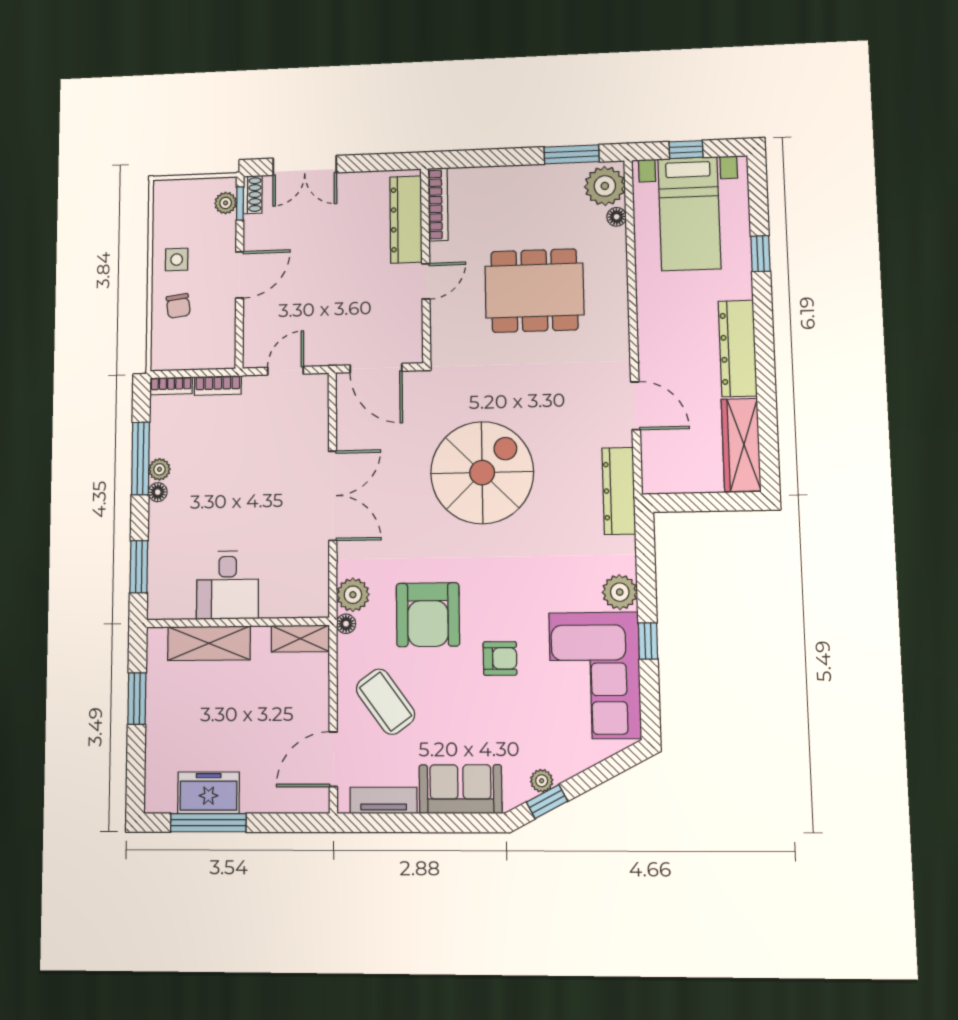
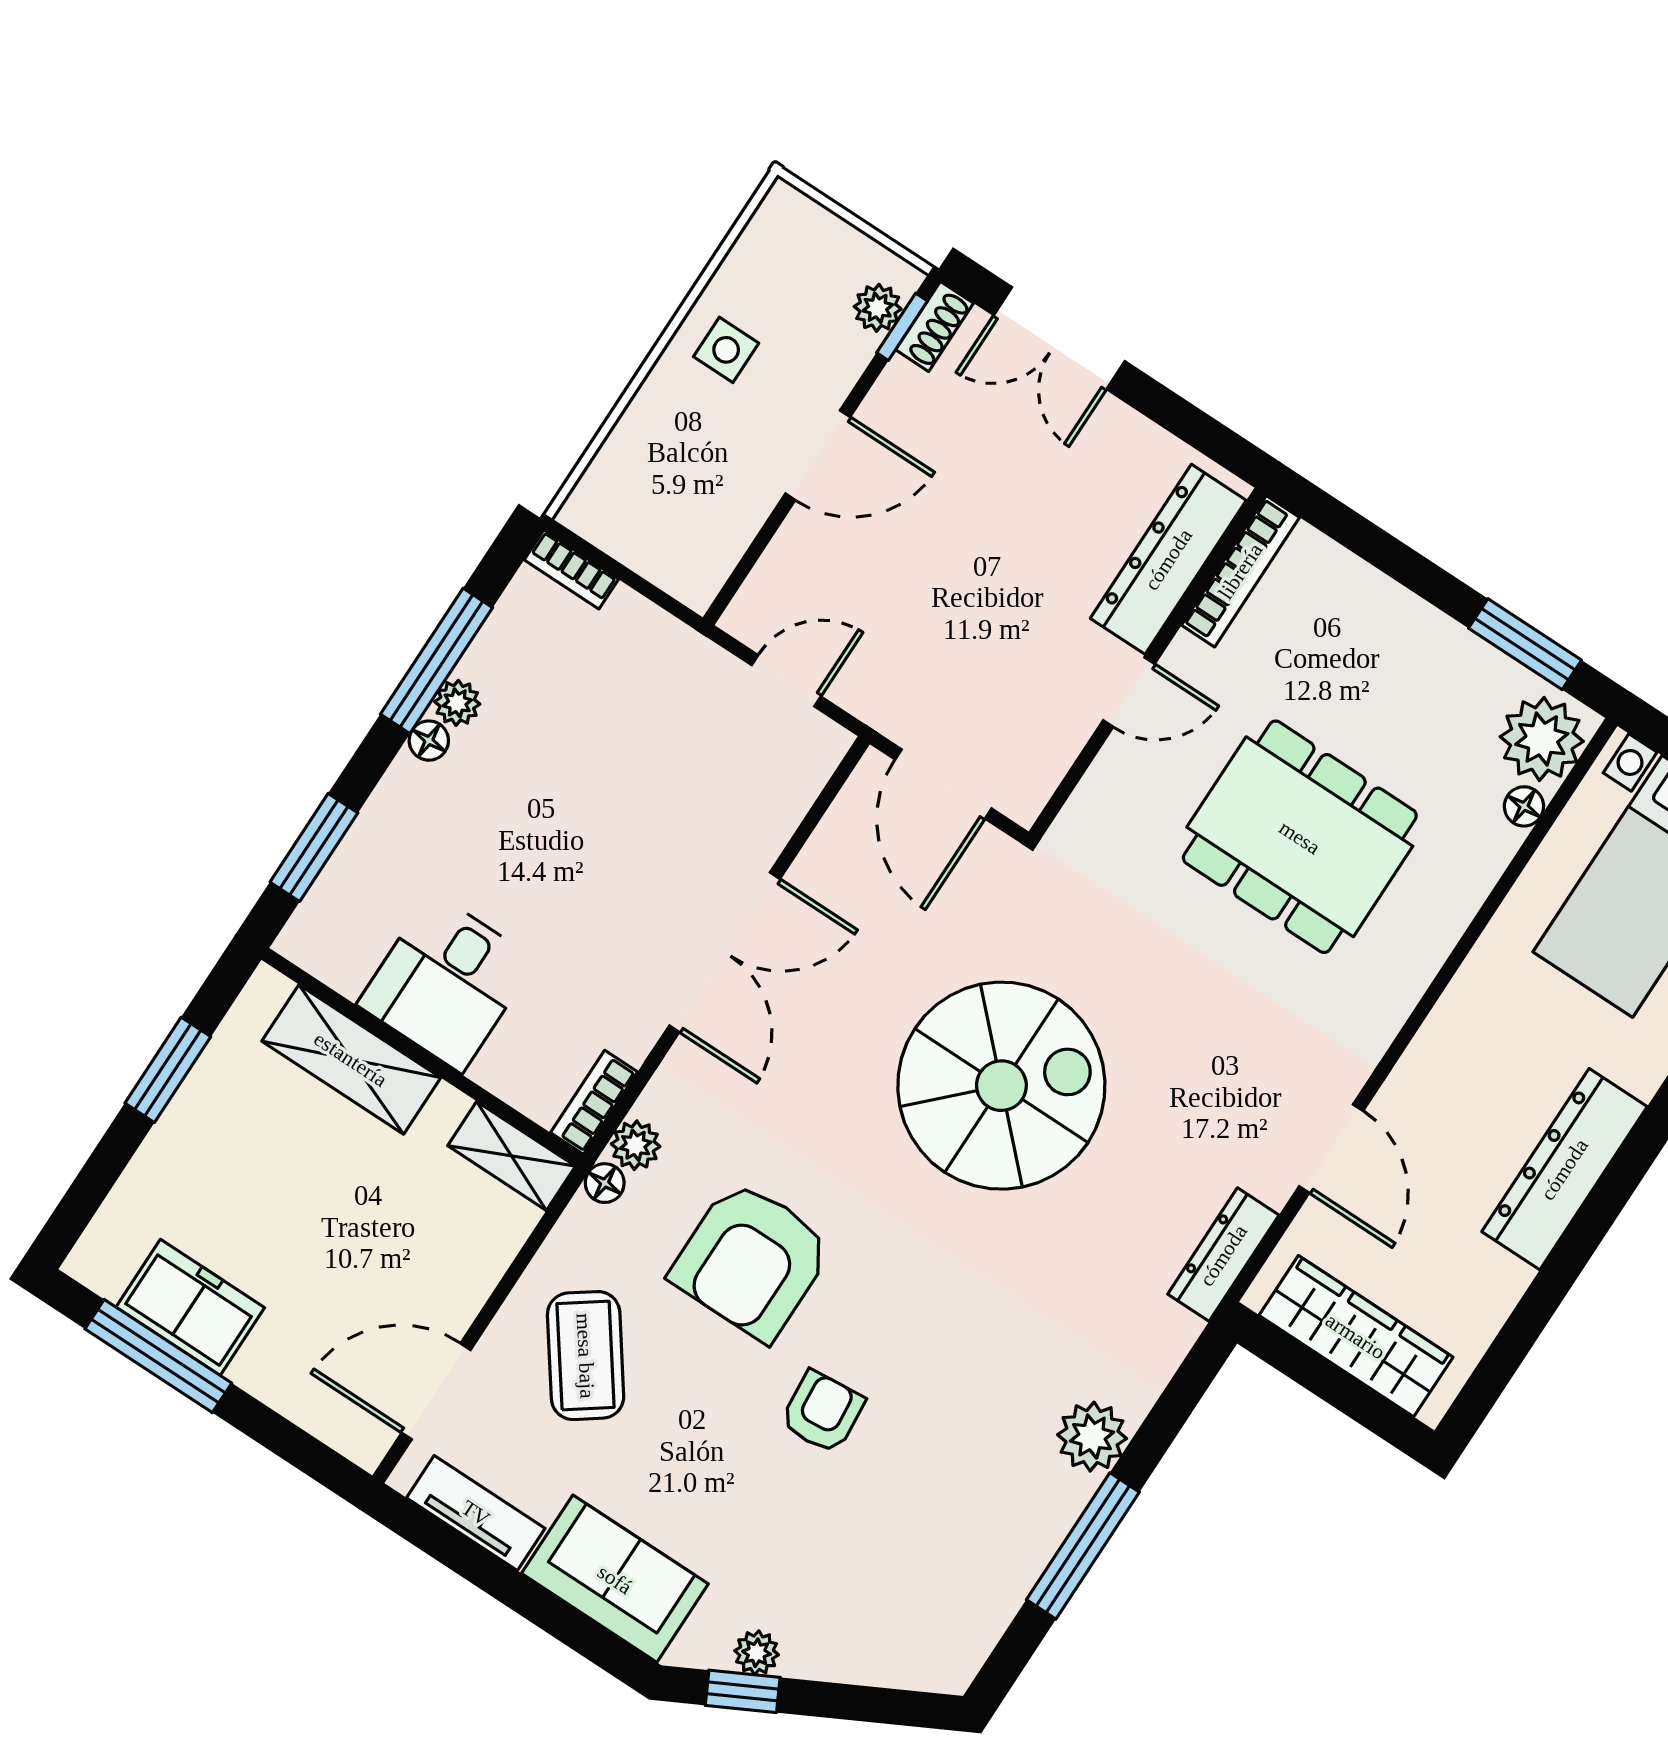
chair: (178, 306) -> (675, 436), removed
bookcase: (218, 385) -> (594, 1102), moved, turned 90
wardrobe: (741, 445) -> (1356, 1336), moved, turned 90
dresser: (619, 491) -> (1223, 1255), width x0.73, depth x0.80
plant: (353, 595) -> (636, 1145), width x0.73, depth x0.73
window: (648, 641) -> (1083, 1546), width x2.17
armchair: (500, 658) -> (822, 1412), turned -95
corner sofa: (595, 675) -> (959, 1543), removed

